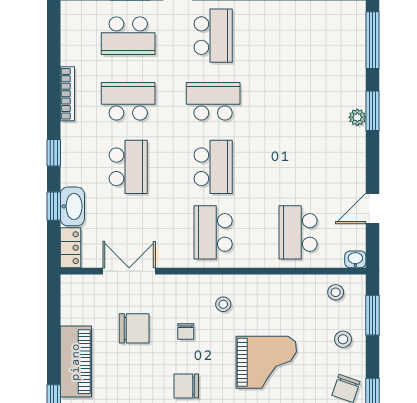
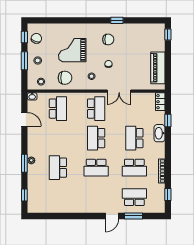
school desk: (213, 36) -> (58, 168), moved
window: (372, 40) -> (24, 195), width x0.46
window: (54, 153) -> (168, 194), moved
washbasin: (72, 206) -> (159, 133), moved
door: (372, 208) -> (24, 119), hinge flipped
double door: (129, 271) -> (119, 91), moved
window: (372, 315) -> (24, 61), moved
chair: (134, 328) -> (65, 78), moved, turned 180
piano: (76, 362) -> (158, 68), moved

